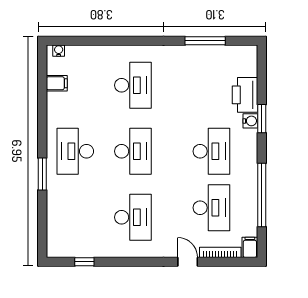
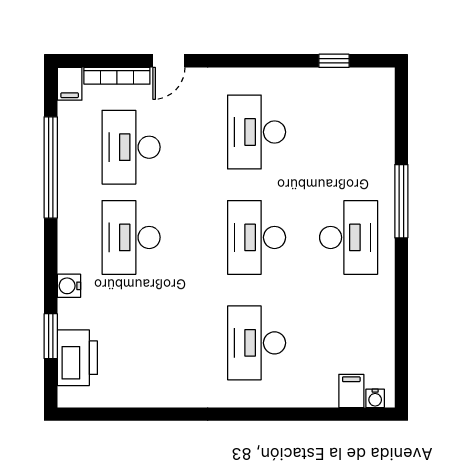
window: (205, 41) -> (141, 414), removed
filing cabinet: (57, 83) -> (351, 391), moved, turned 90
printer: (245, 95) -> (77, 358), moved
window: (262, 119) -> (51, 336), moved
window: (42, 174) -> (401, 201), width x1.44
door: (188, 262) -> (169, 61), hinge flipped

